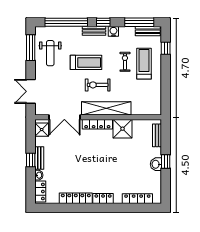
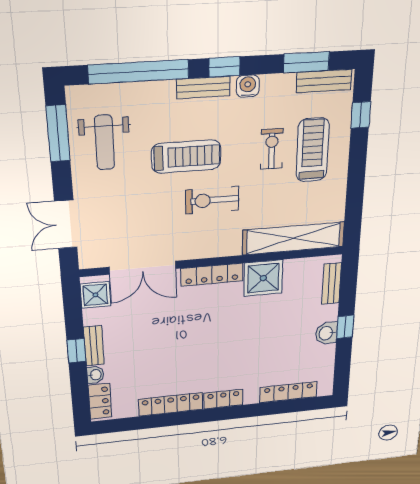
window: (139, 22) -> (306, 62), width x0.69
shelving: (106, 108) -> (294, 238), moved

